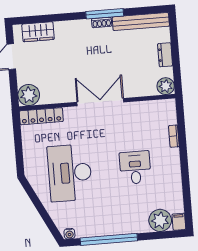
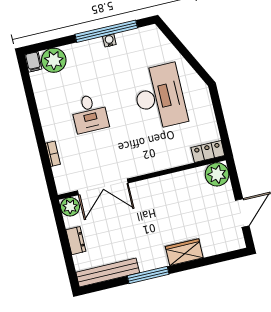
shoe rack: (102, 22) -> (150, 265), removed
wardrobe: (38, 32) -> (184, 252), moved
double door: (100, 102) -> (103, 187), moved
locker: (41, 116) -> (208, 152), width x0.66
water cooler: (69, 234) -> (109, 40), moved

